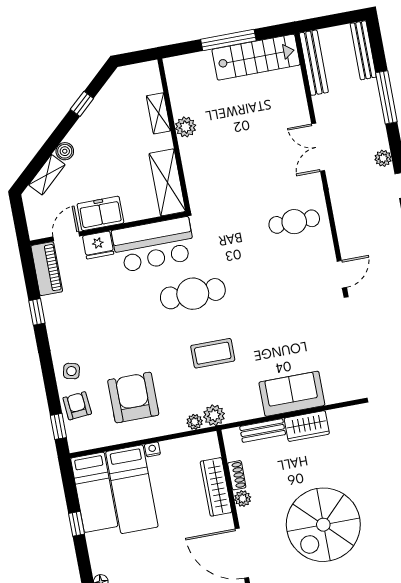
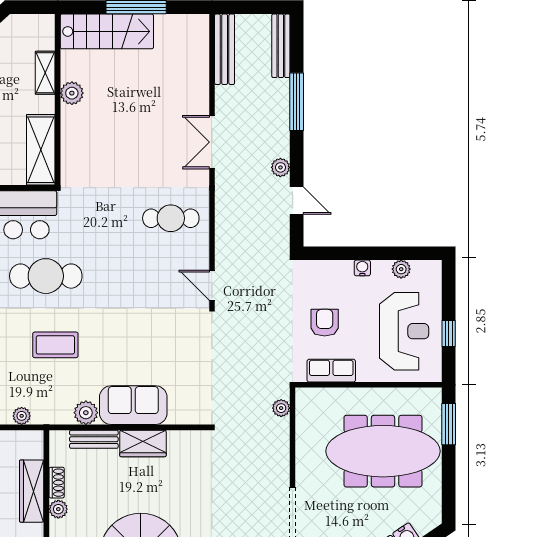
stairs: (256, 57) -> (107, 31), moved
door: (342, 274) -> (212, 285), swing flipped
plant: (214, 415) -> (86, 413), moved

